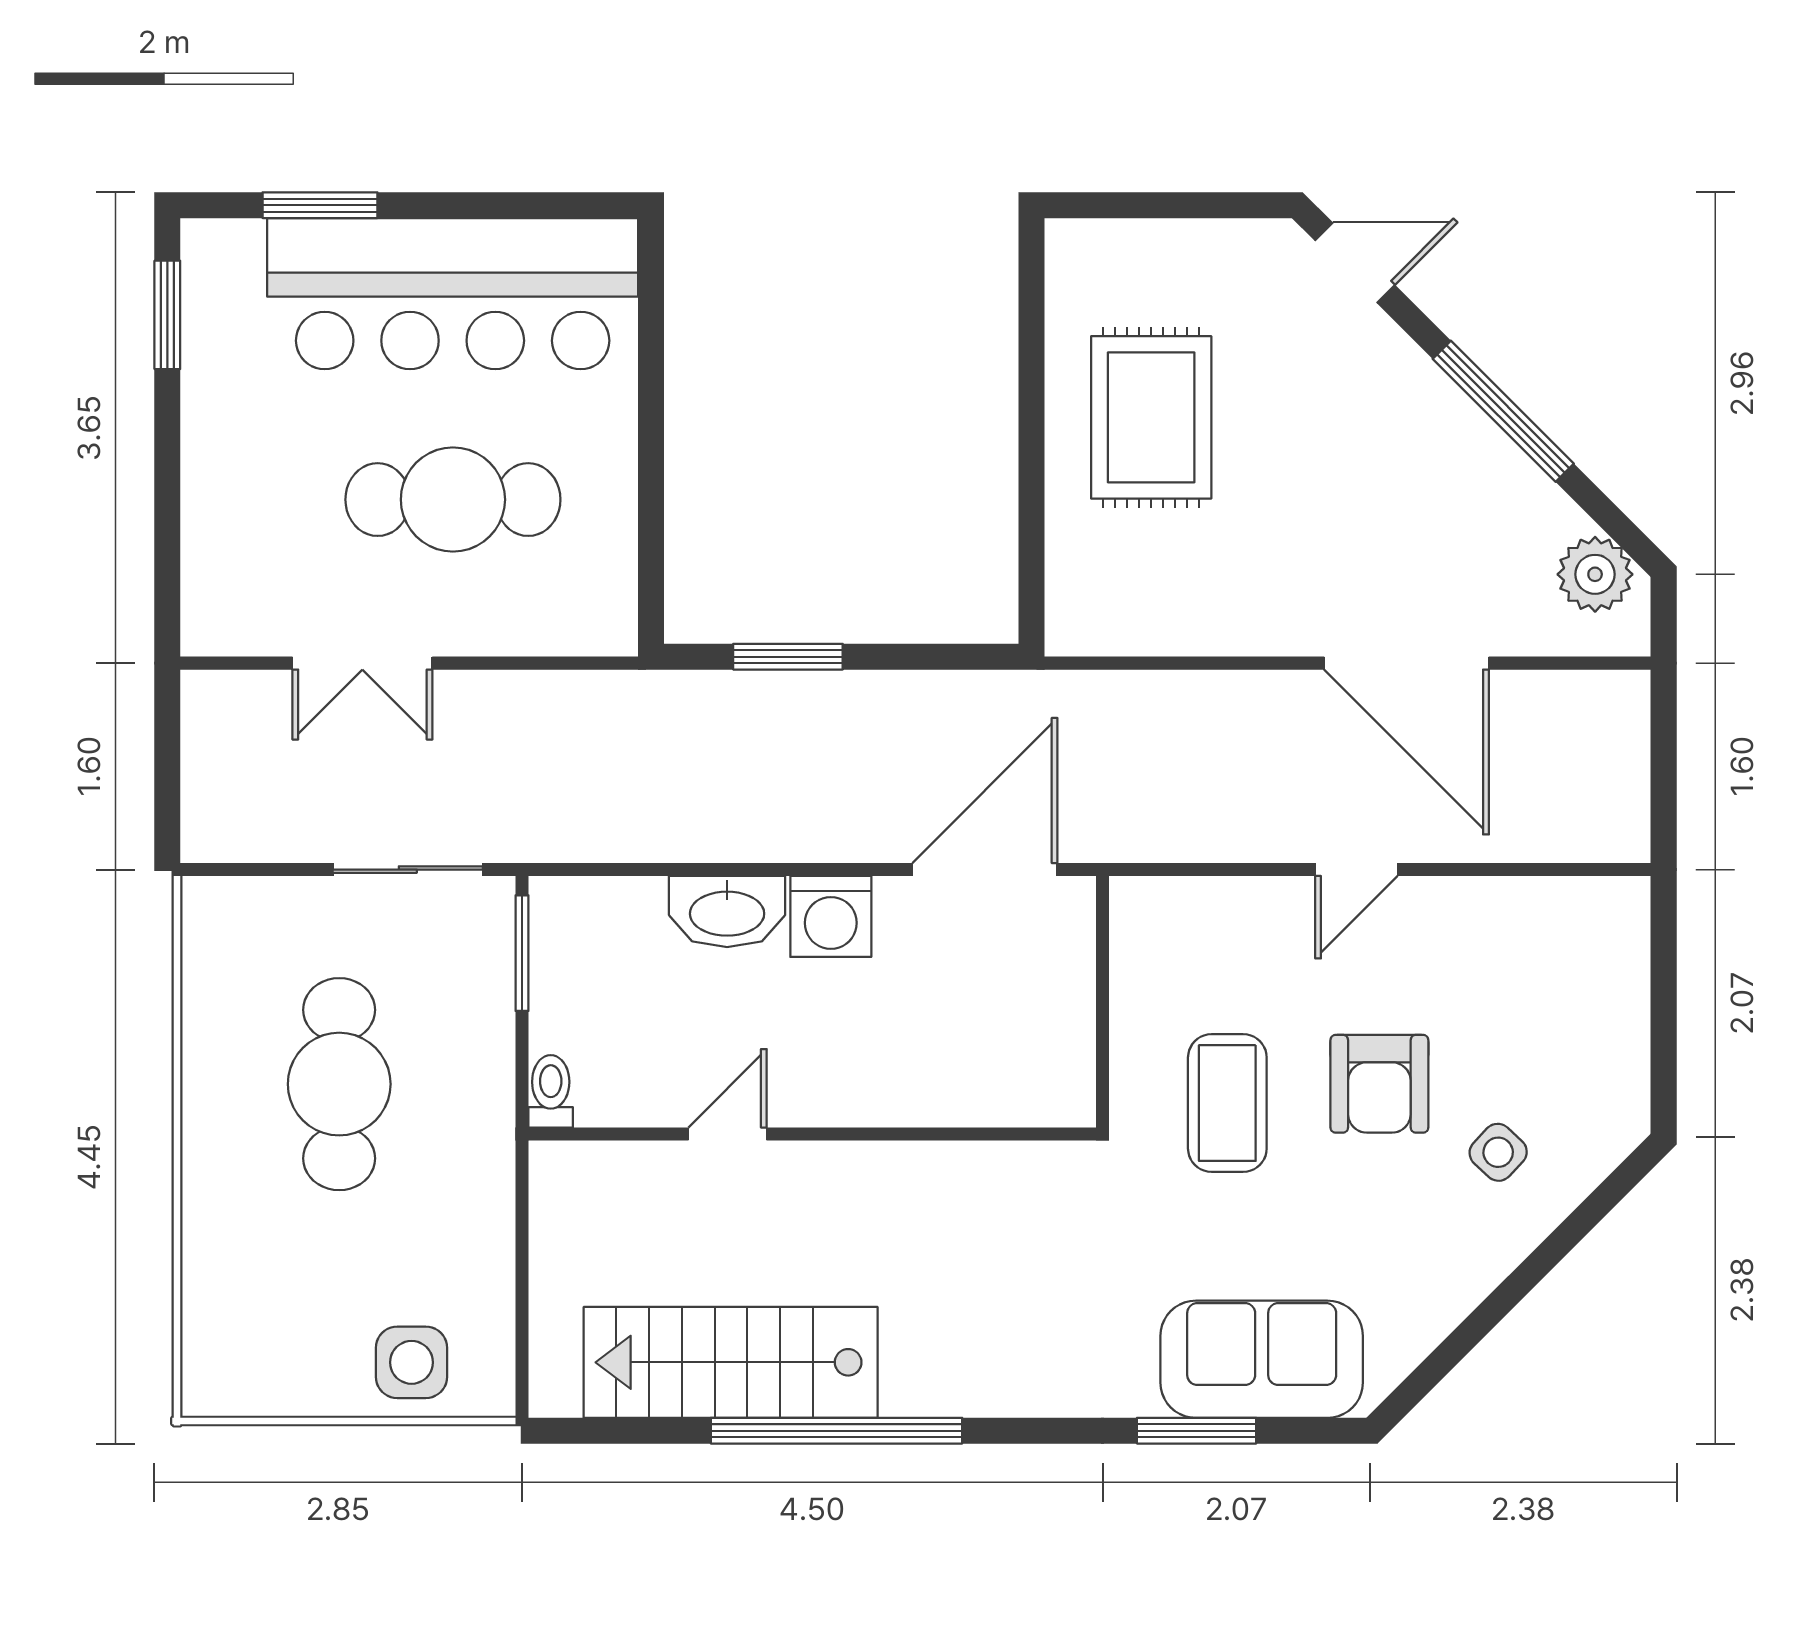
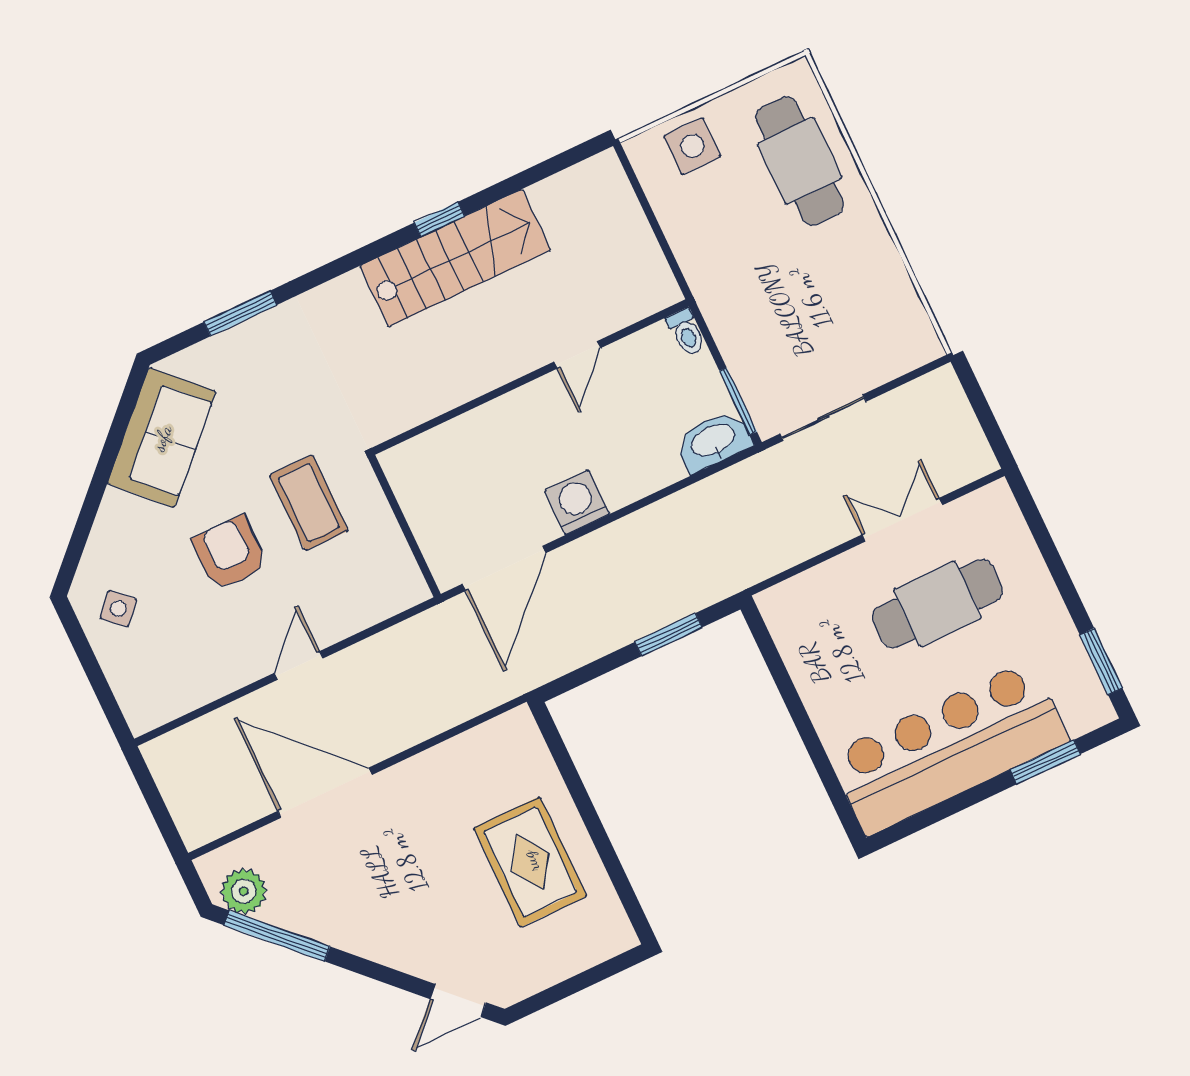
window: (1503, 411) -> (277, 936), moved
cafe table: (453, 500) -> (937, 604), moved
washbasin: (727, 911) -> (713, 441), moved
cafe table: (339, 1084) -> (800, 161), moved
side table: (1498, 1152) -> (118, 609), moved
sofa: (1262, 1359) -> (162, 438), moved, turned -45
stairs: (731, 1362) -> (455, 258), moved
window: (837, 1431) -> (439, 219), width x0.32

